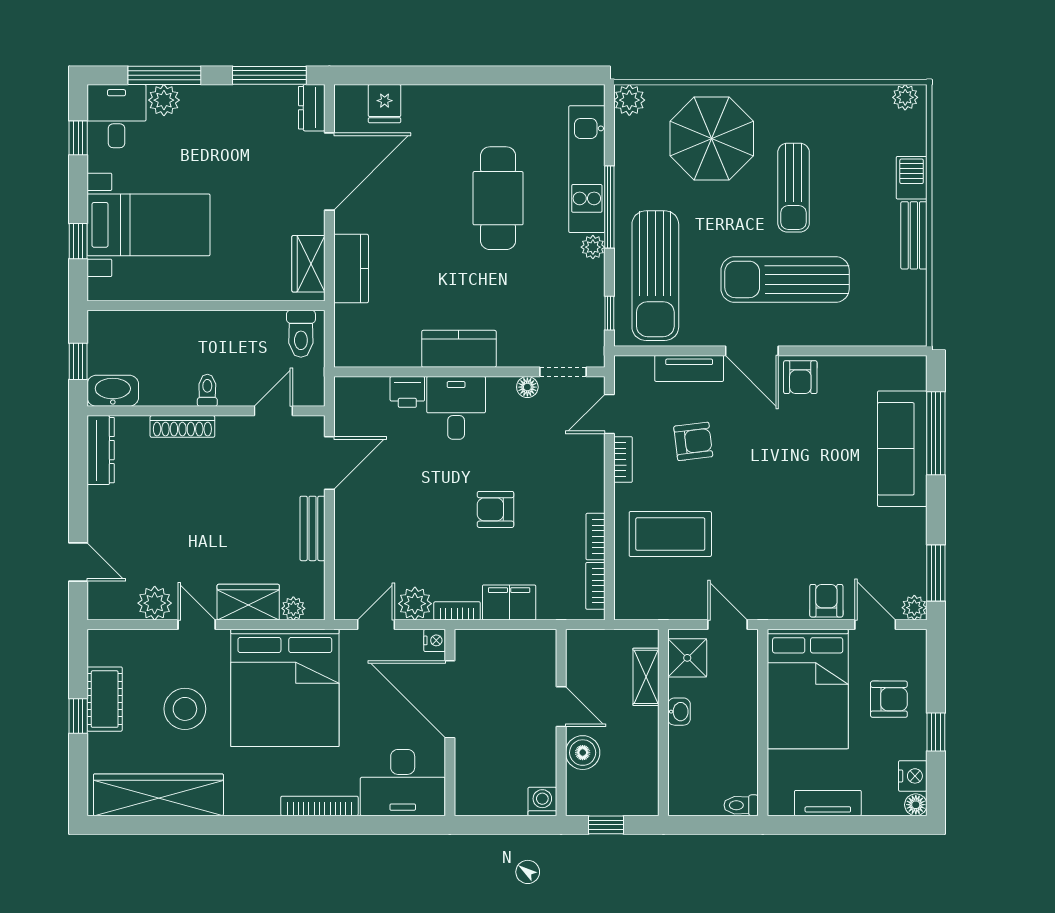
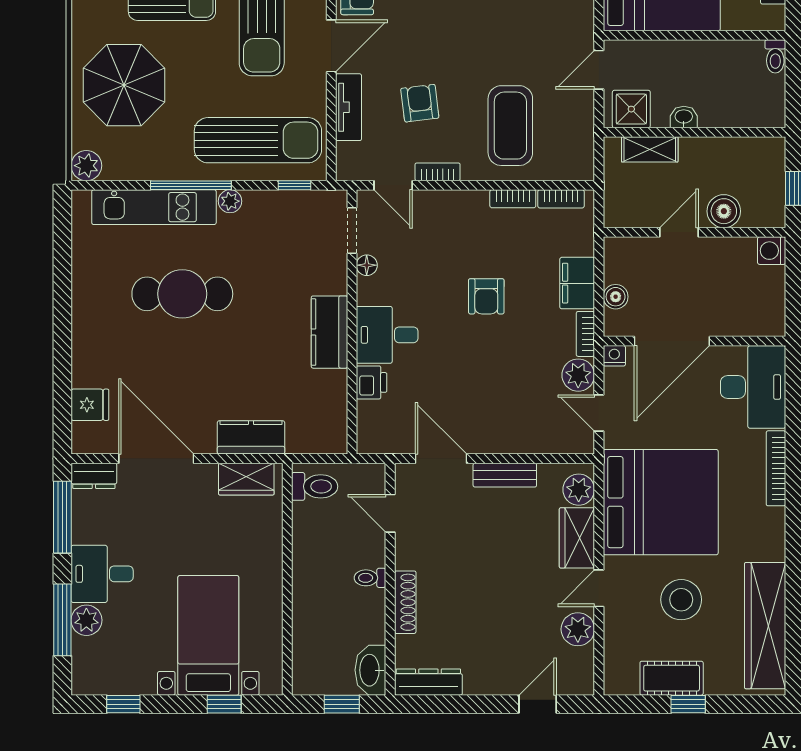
desk: (116, 116) -> (102, 574), moved
plant: (293, 608) -> (579, 490), width x1.38, depth x1.38
boiler: (495, 642) -> (616, 297), added

